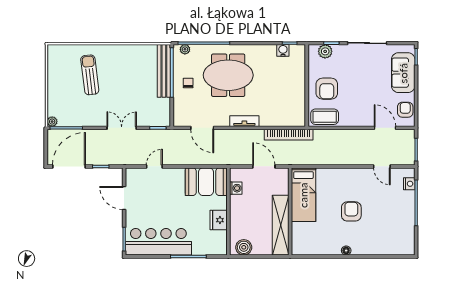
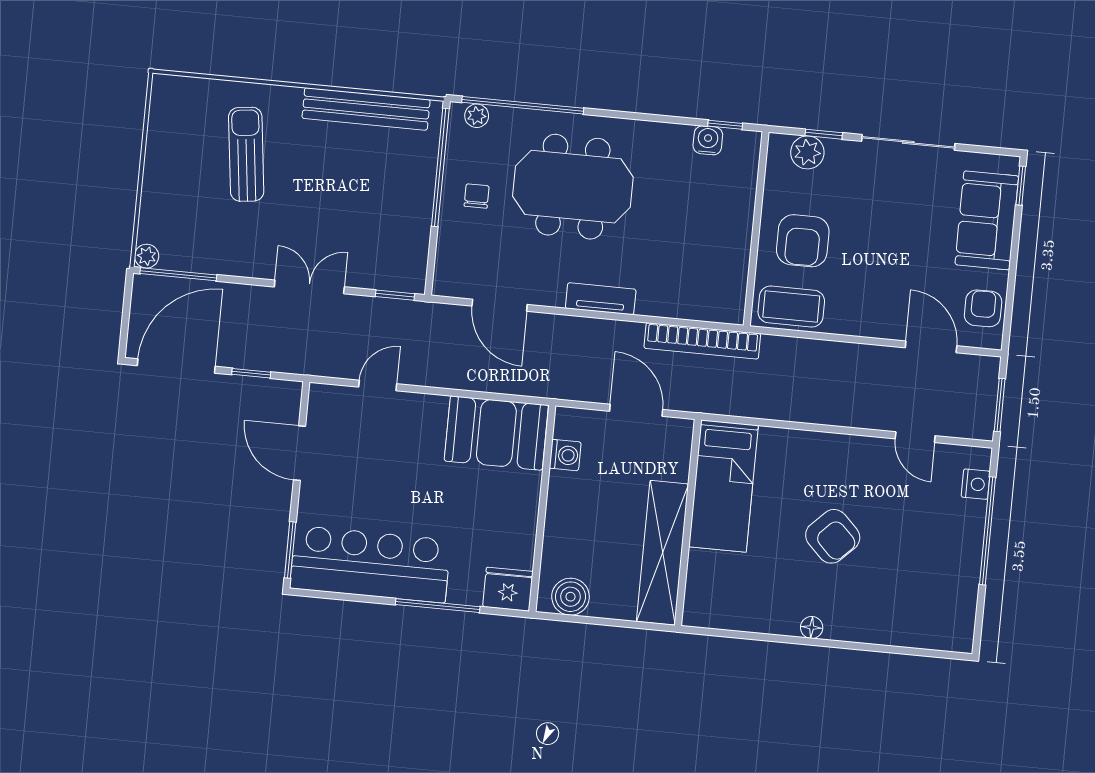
bench: (164, 71) -> (366, 109), moved, turned 90
armchair: (351, 211) -> (833, 536), turned 135
fridge: (219, 220) -> (508, 589), moved, turned 90

